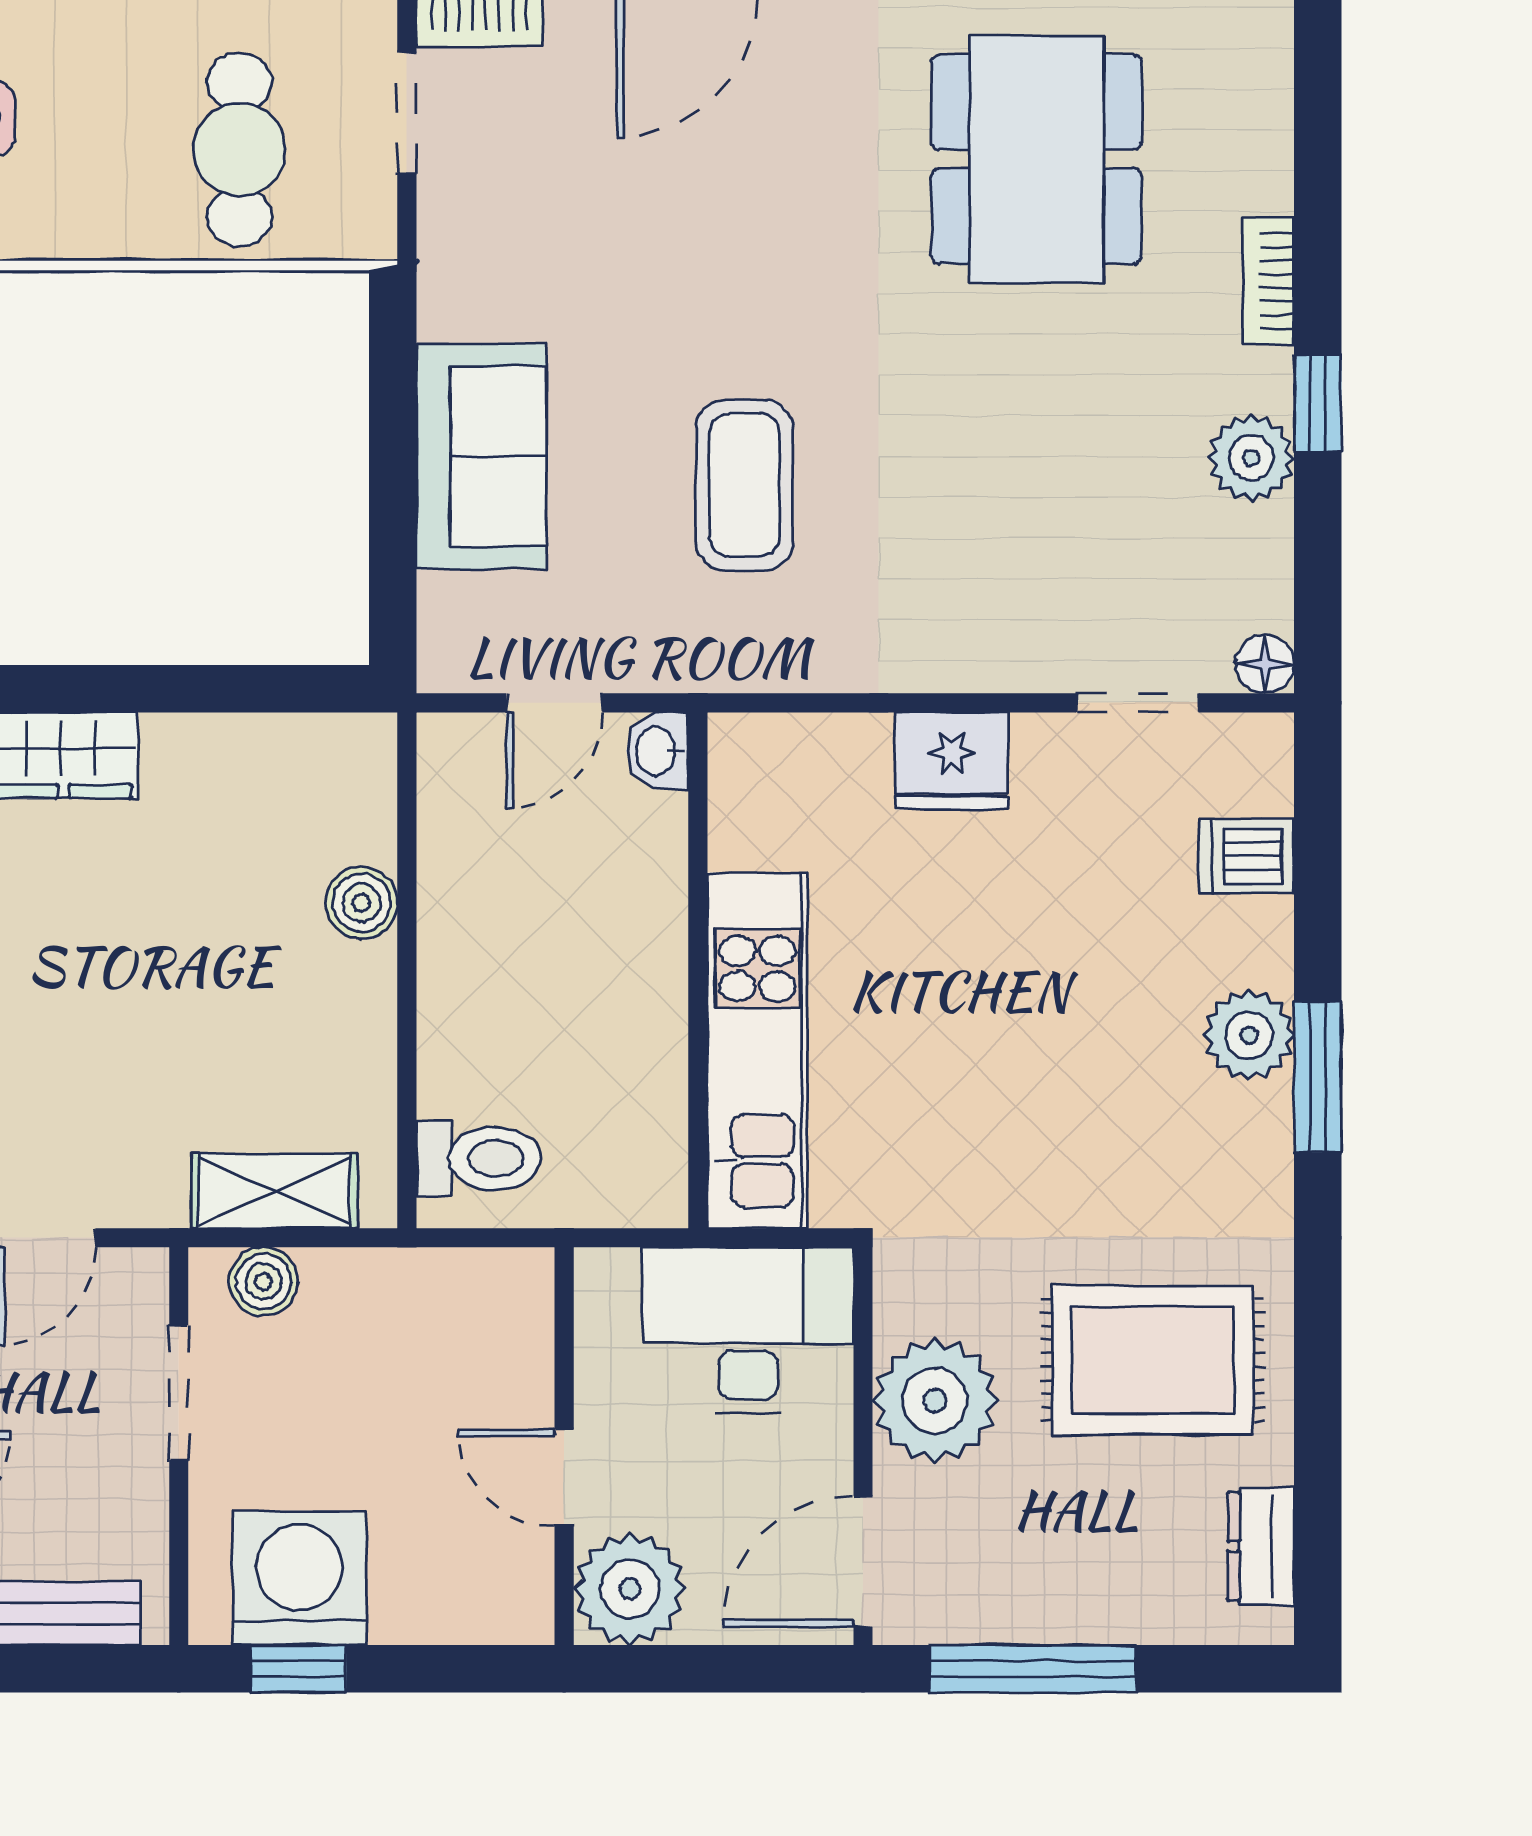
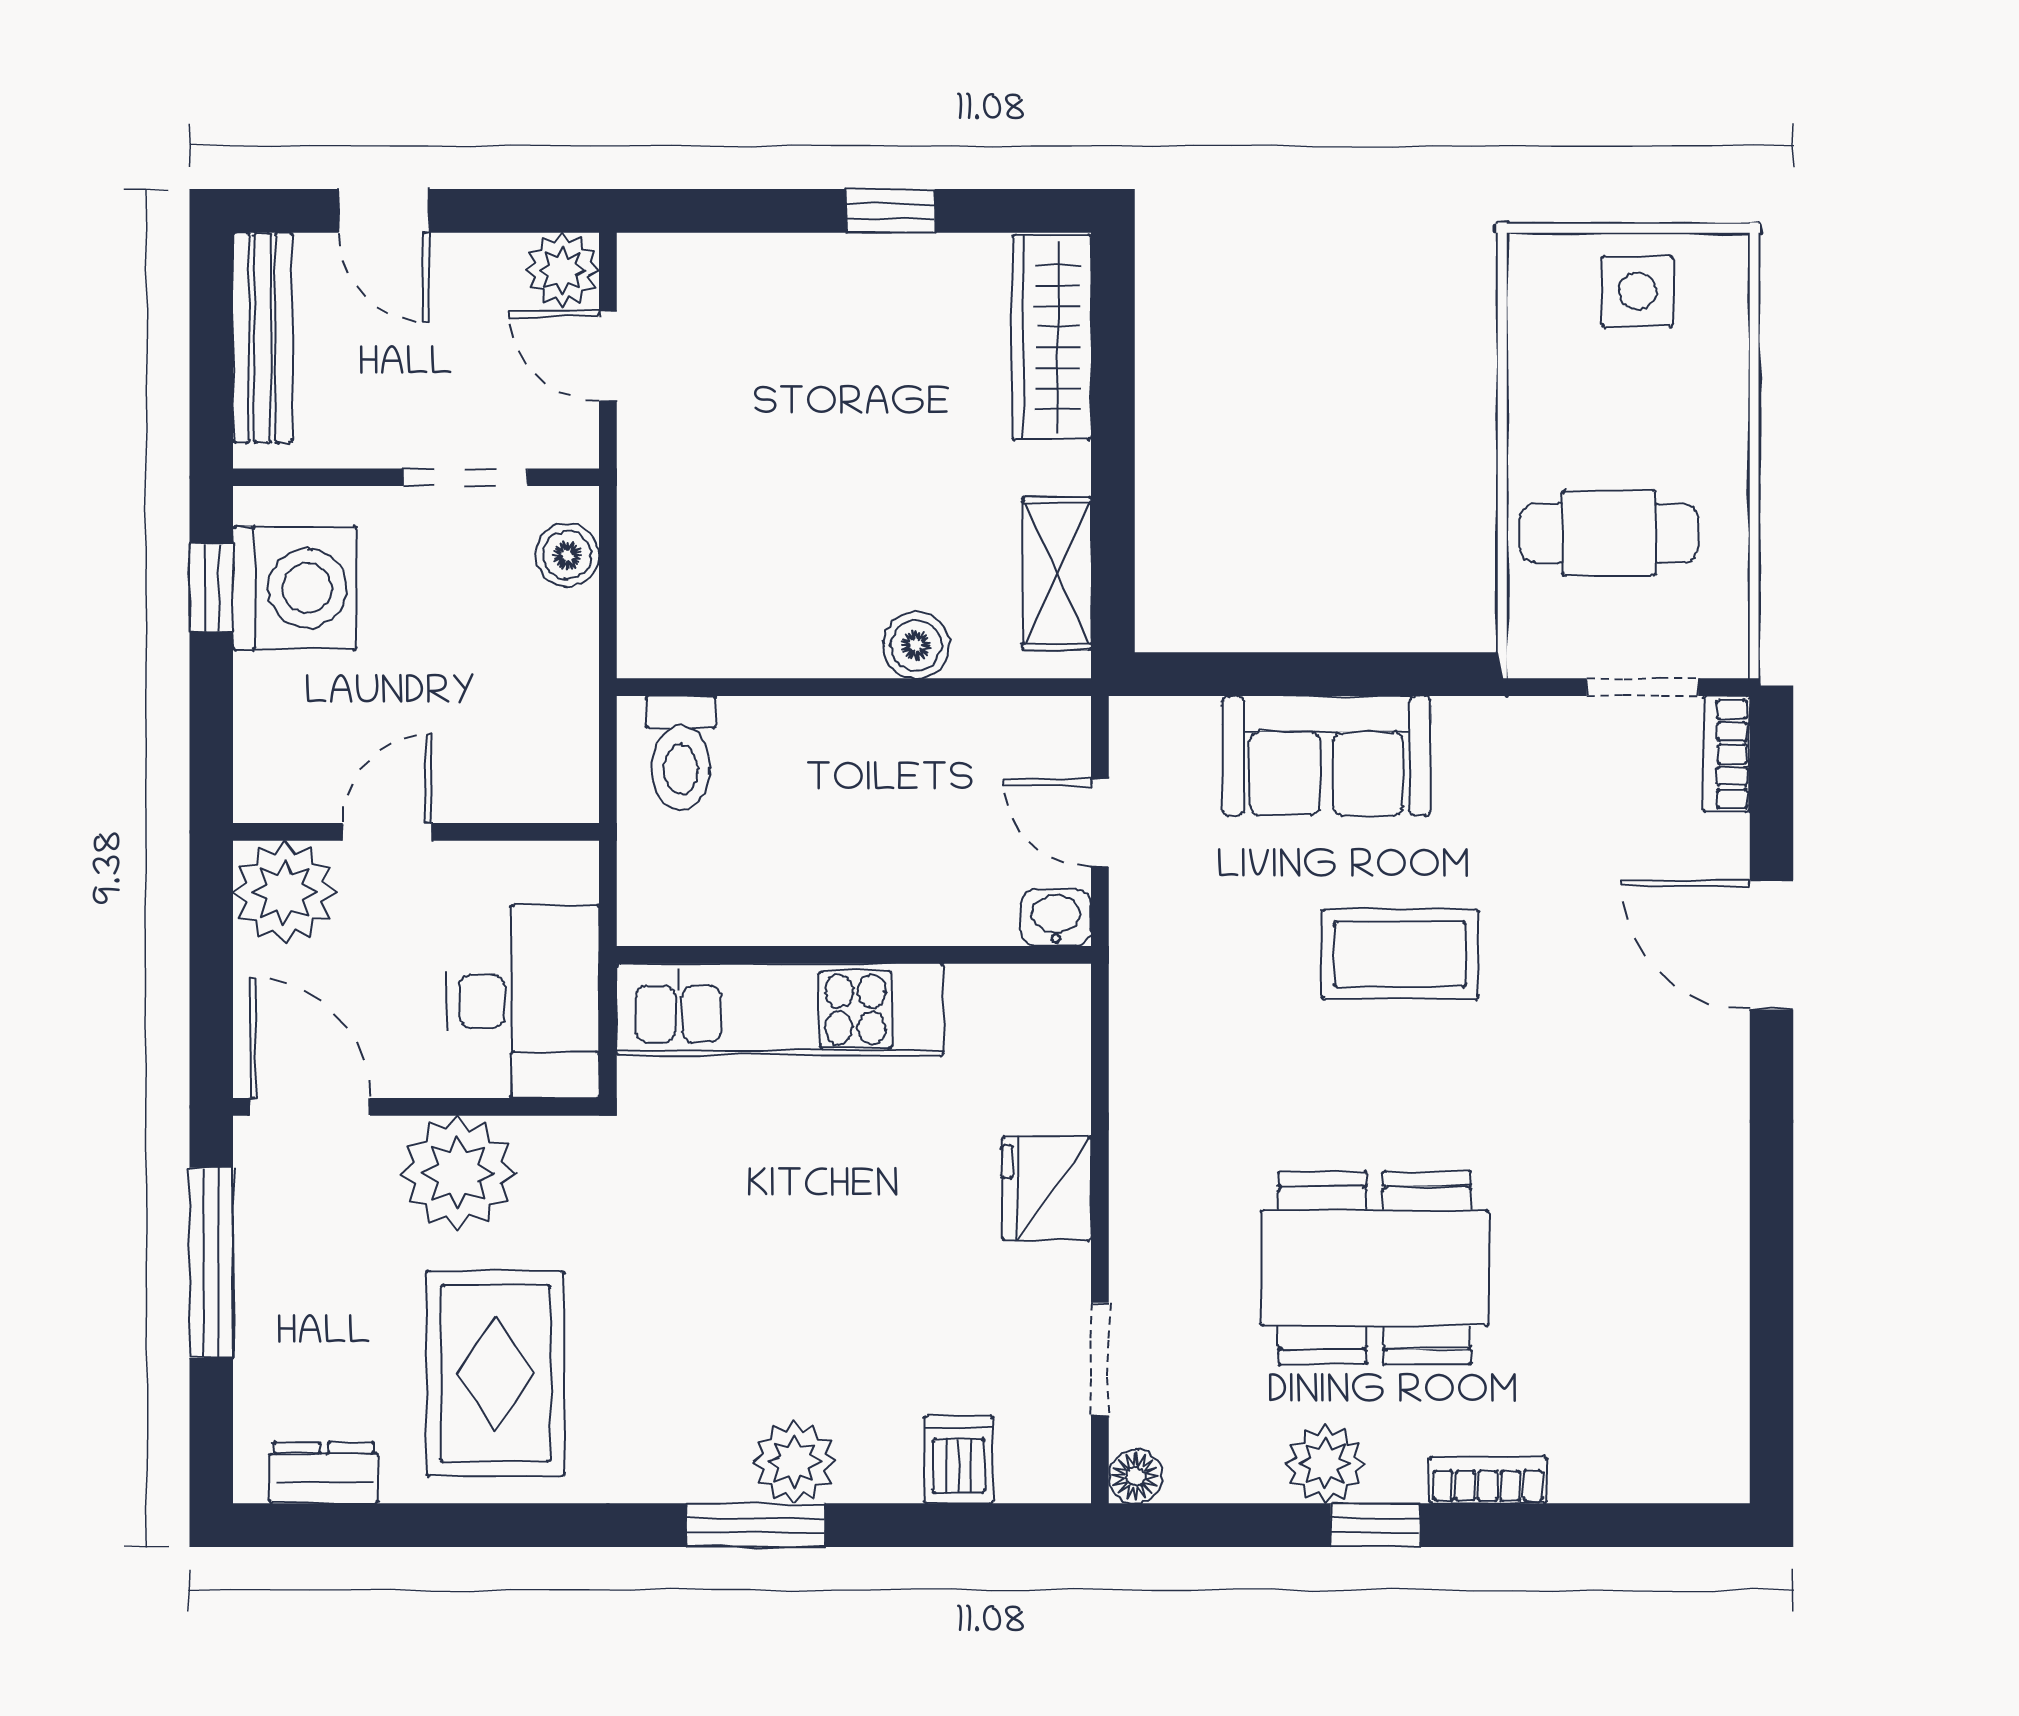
dining table: (1036, 159) -> (1375, 1268), moved
coffee table: (745, 485) -> (1400, 954), moved
shelving: (274, 1191) -> (1057, 574), moved

